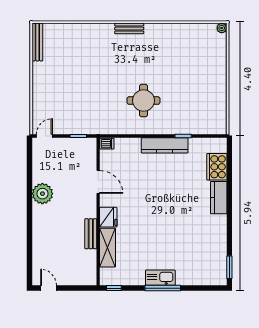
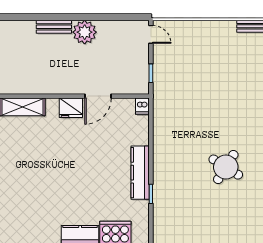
round table: (143, 101) -> (226, 167), moved, turned 32
fridge: (108, 217) -> (71, 108), moved
bench: (91, 234) -> (54, 27), moved

